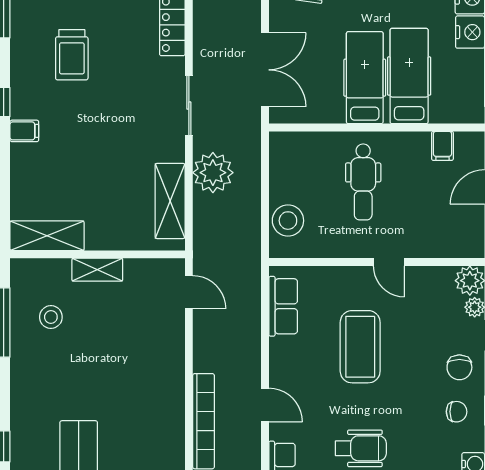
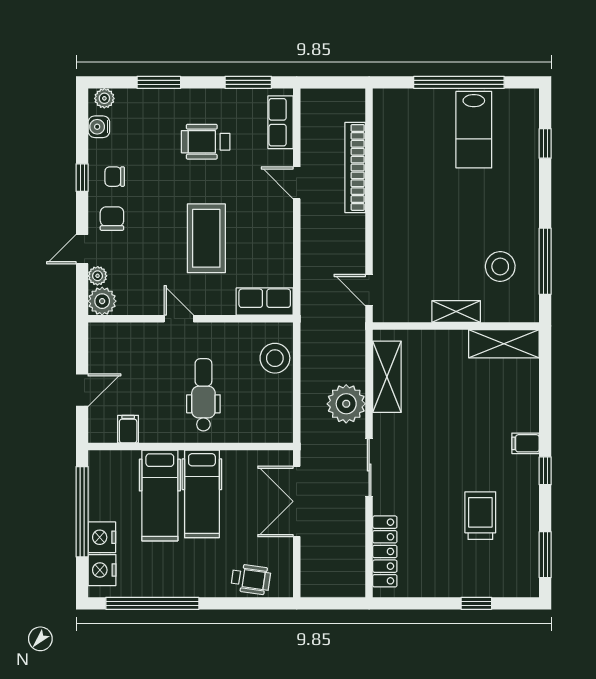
row of seats: (283, 306) -> (265, 301), moved, turned 90
stool: (51, 317) -> (500, 266), width x1.38, depth x1.38

